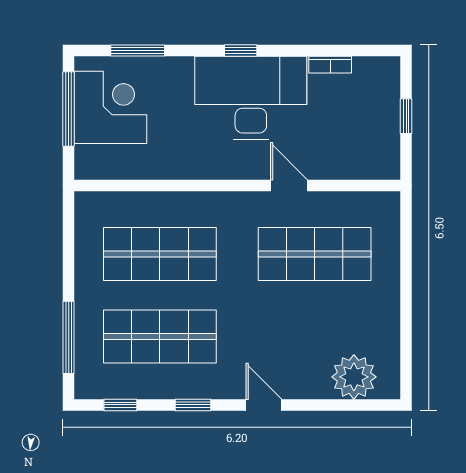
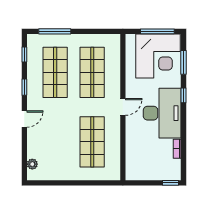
window: (241, 51) -> (184, 95), moved
corner desk: (110, 107) -> (158, 56), width x1.36, depth x1.36
window: (406, 116) -> (170, 183), moved
door: (289, 186) -> (123, 107), moved
plant: (354, 377) -> (32, 164), width x0.53, depth x0.53

